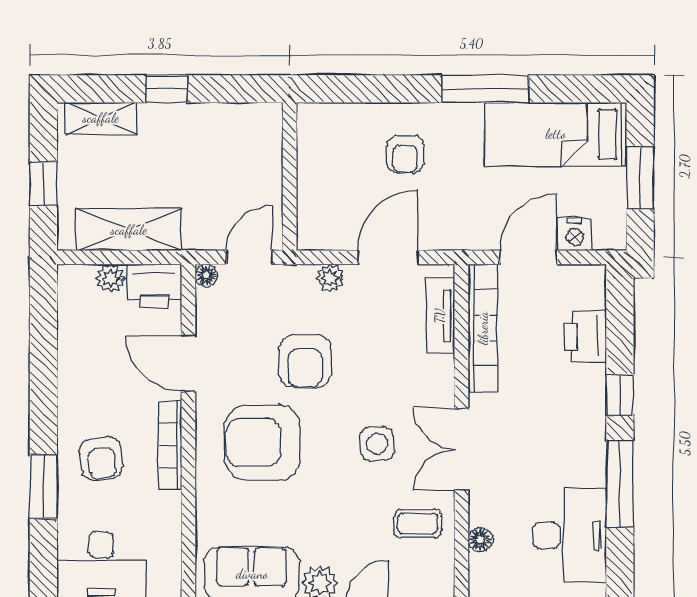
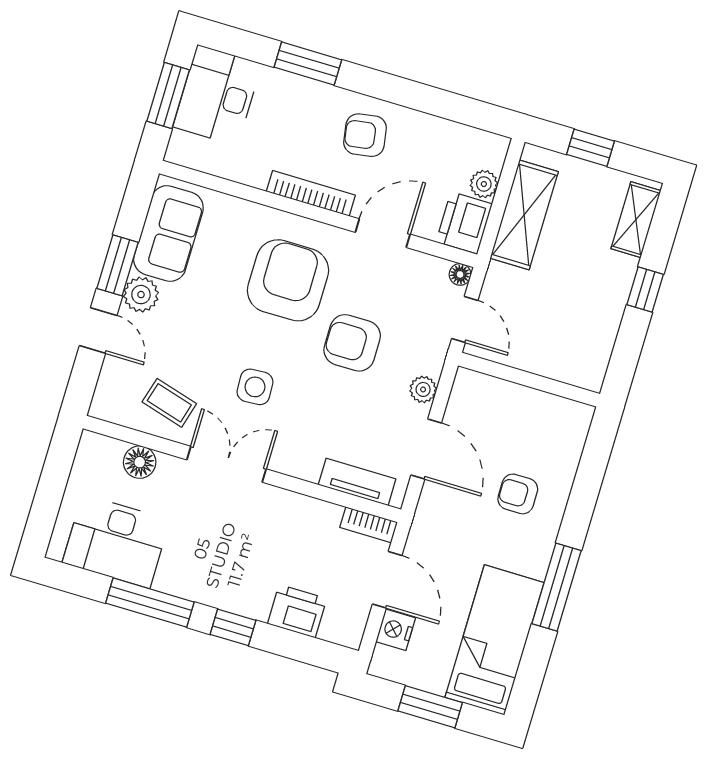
bookcase: (483, 328) -> (369, 525), width x0.43, depth x0.76
armchair: (101, 459) -> (365, 135), moved
coffee table: (418, 523) -> (169, 403), turned -74
floor lamp: (480, 540) -> (140, 462), width x1.37, depth x1.37

